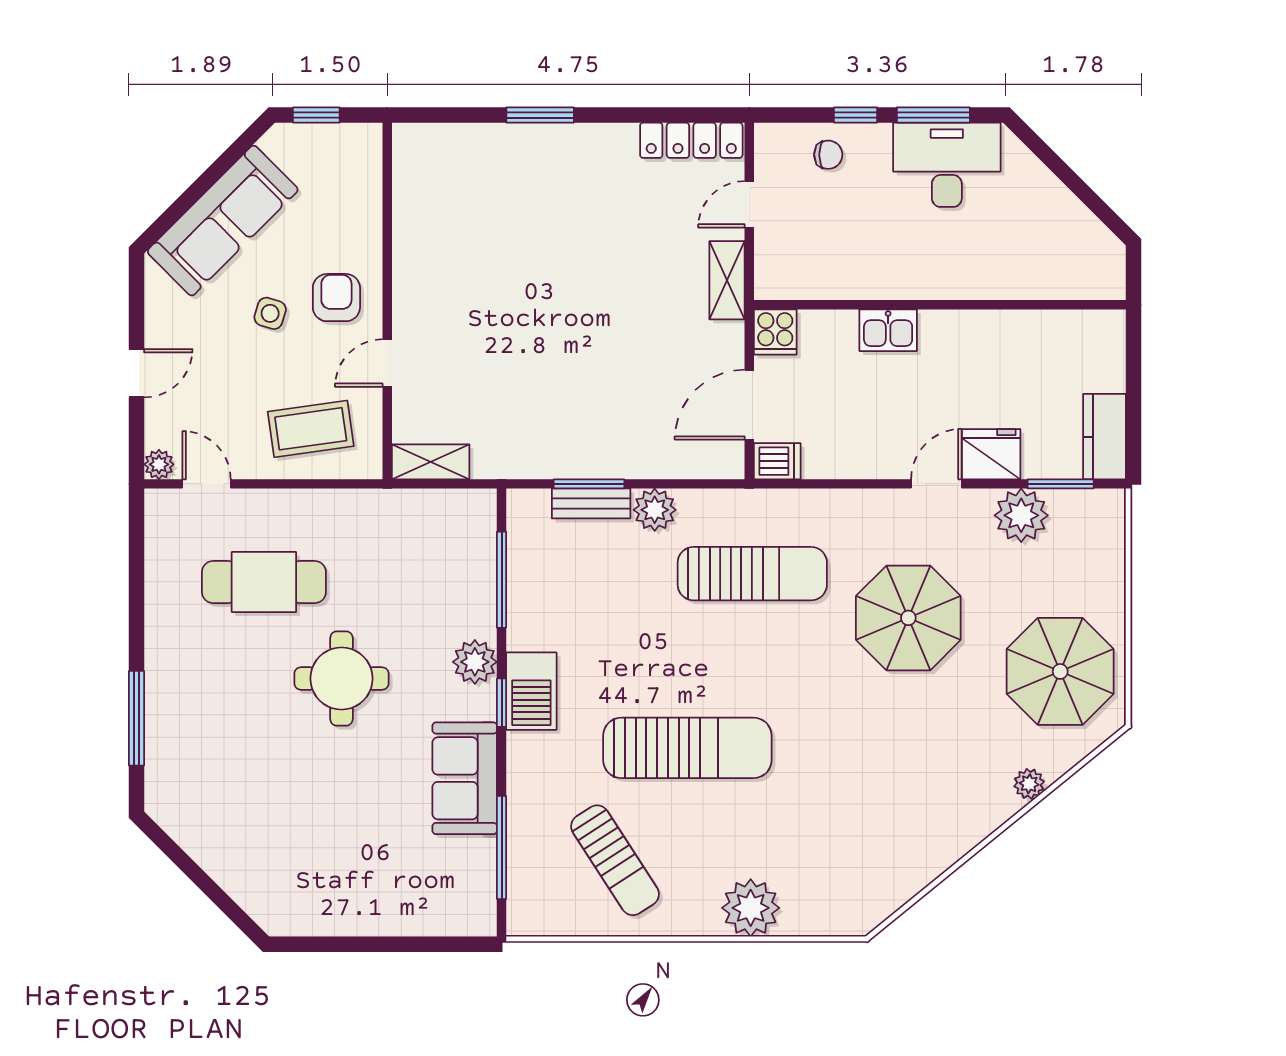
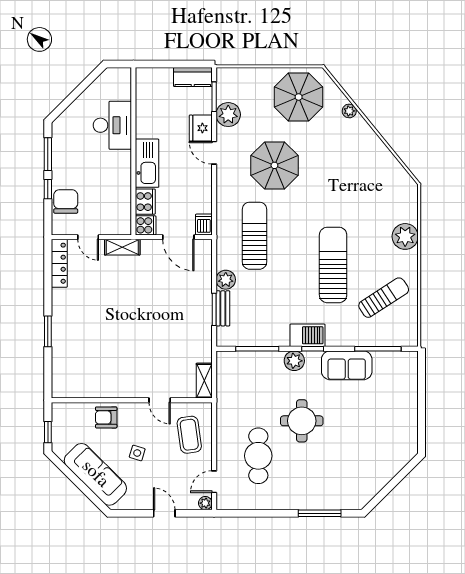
chair: (828, 155) -> (66, 201), width x1.87, depth x1.87
desk: (947, 165) -> (112, 125), moved, turned 180
armchair: (336, 298) -> (106, 417), moved
kitchen sink: (888, 330) -> (147, 163), width x1.88, depth x1.24
cooker: (828, 331) -> (145, 202), added

